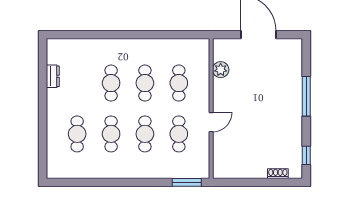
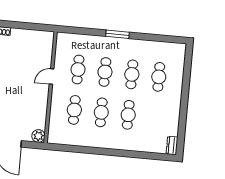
plant: (221, 70) -> (38, 136), moved
dresser: (53, 76) -> (172, 146), moved
window: (187, 182) -> (117, 34), moved

